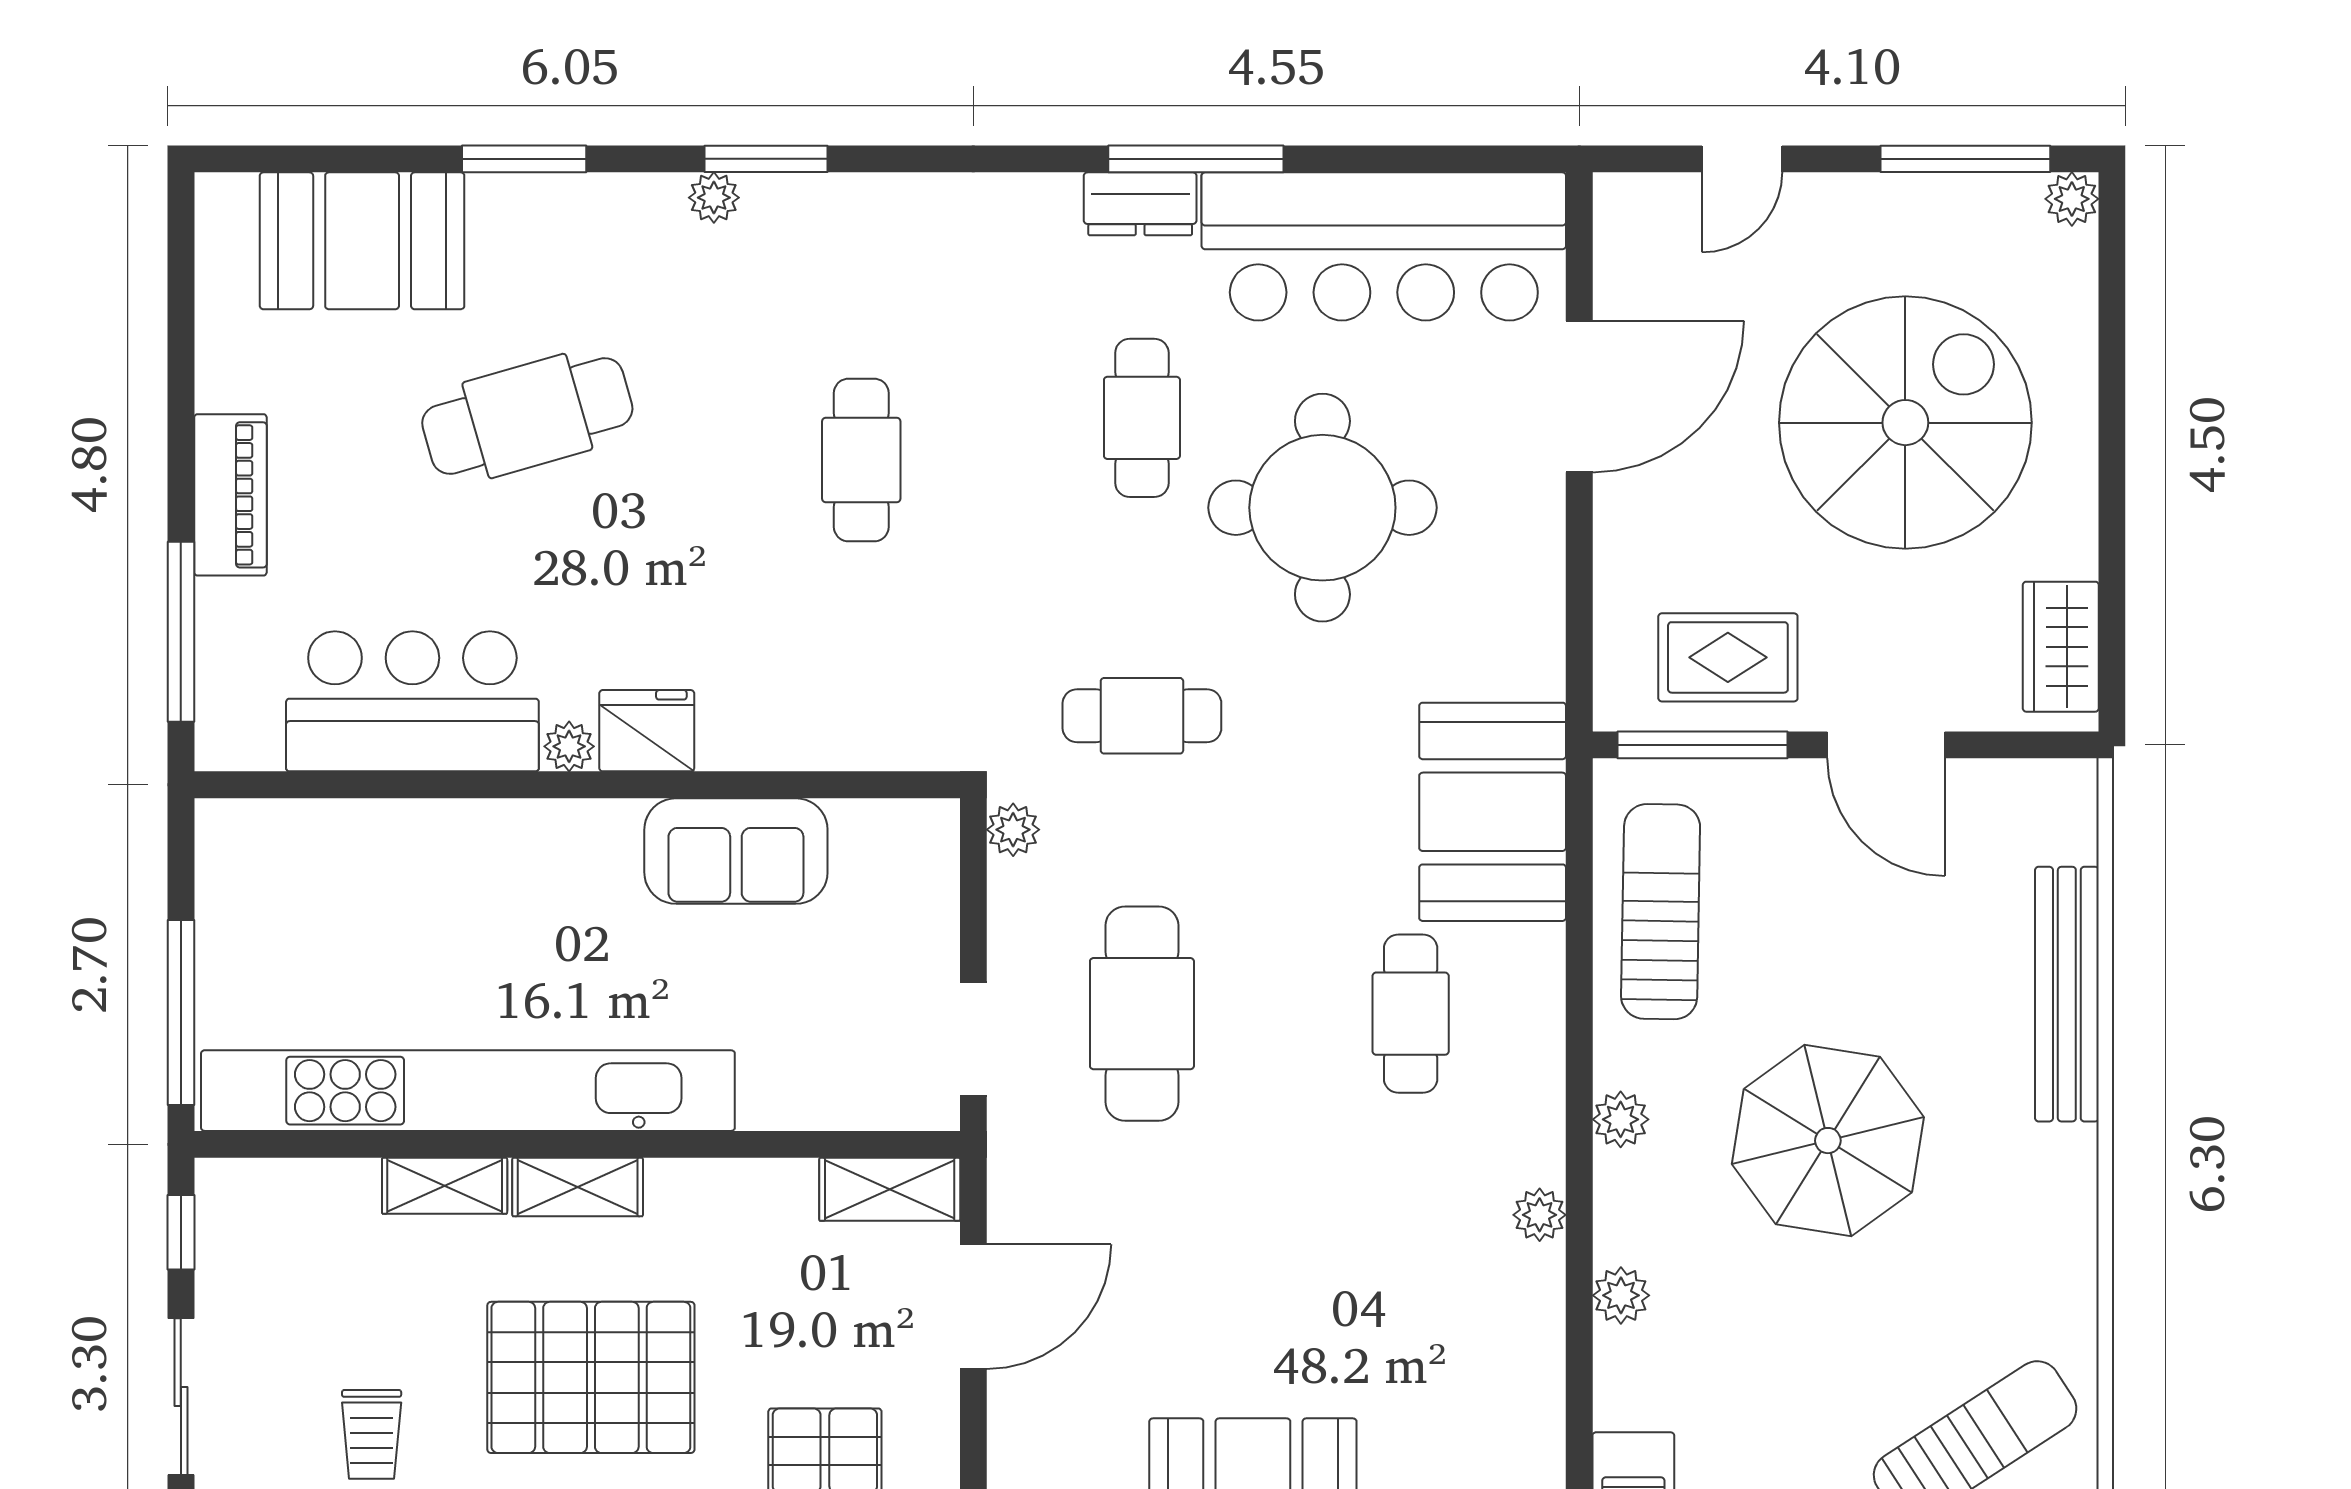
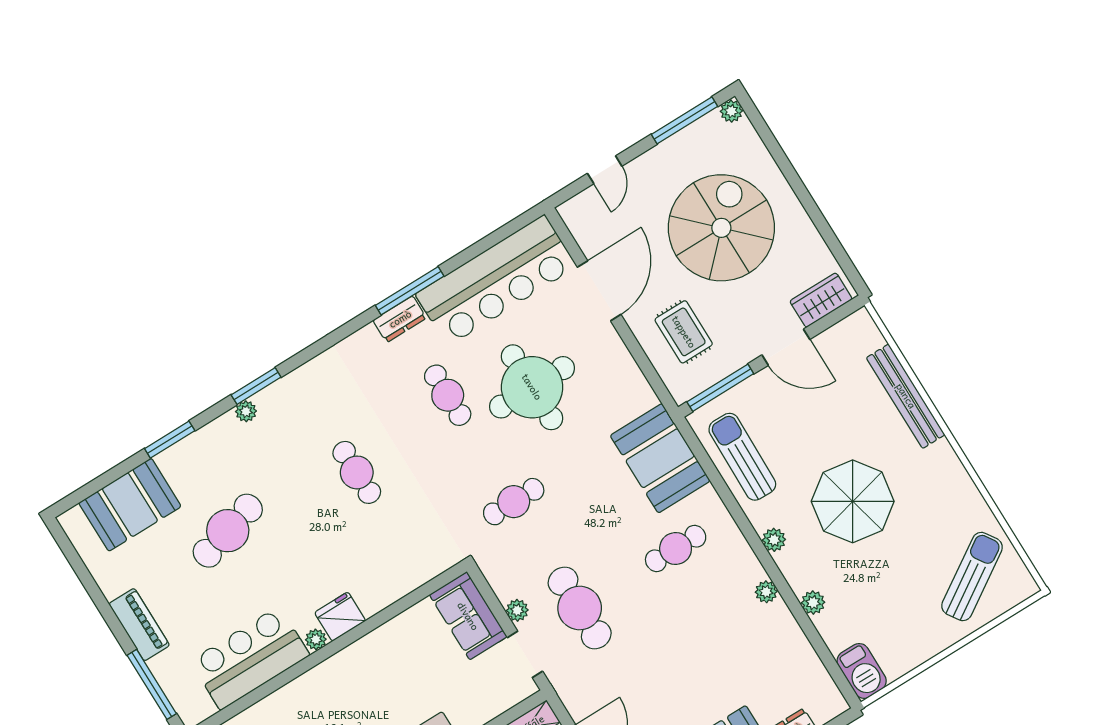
wardrobe: (2061, 647) -> (821, 300), moved, turned 90
rug: (1728, 657) -> (684, 332), moved, turned 90
plant: (1013, 830) -> (517, 610), moved
sofa: (736, 851) -> (468, 616), moved, turned 90
cafe table: (1411, 1014) -> (676, 549), turned 90

